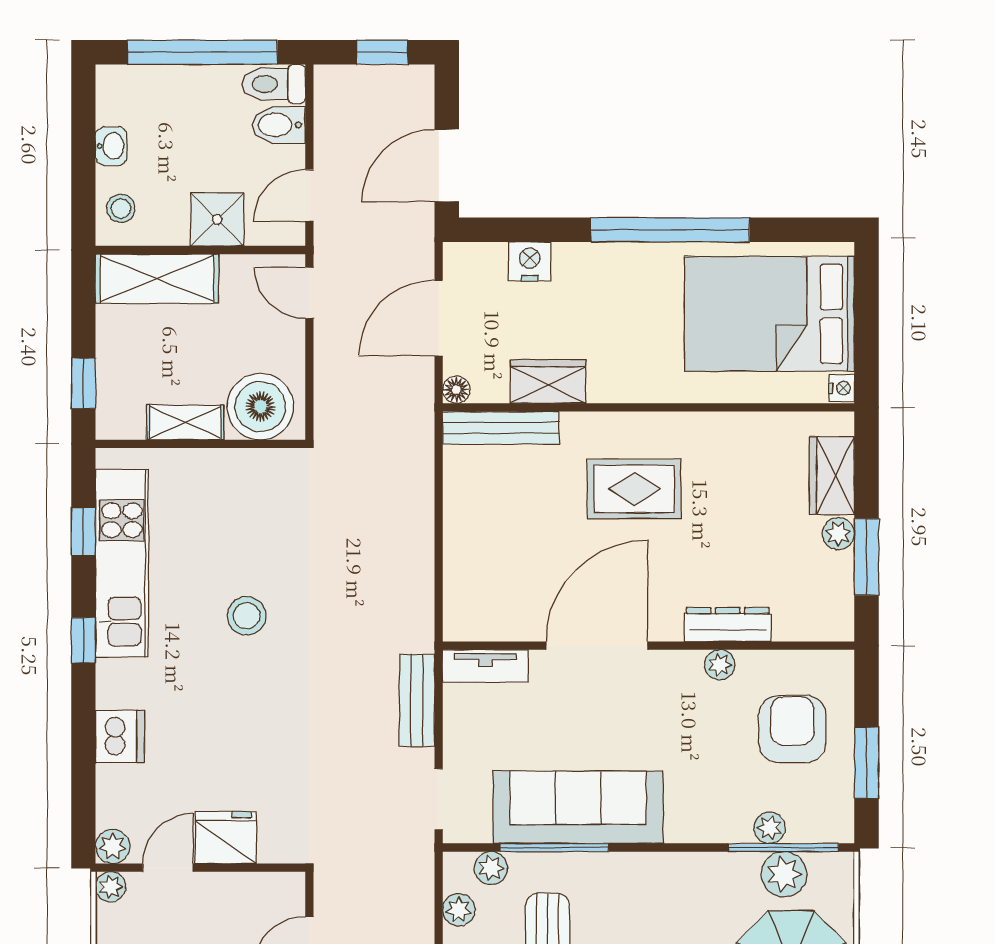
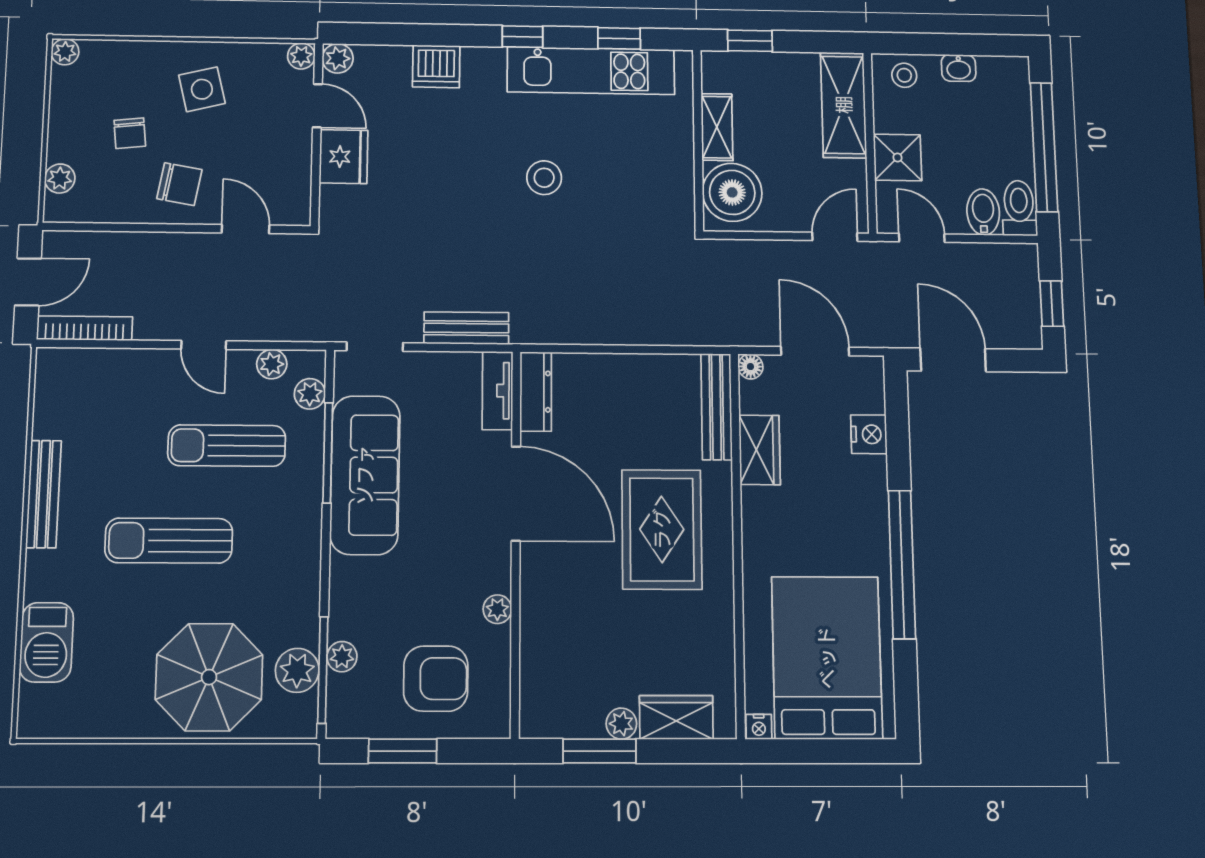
rug: (634, 489) -> (662, 529), width x1.36, depth x1.43
dresser: (728, 625) -> (536, 391), moved

